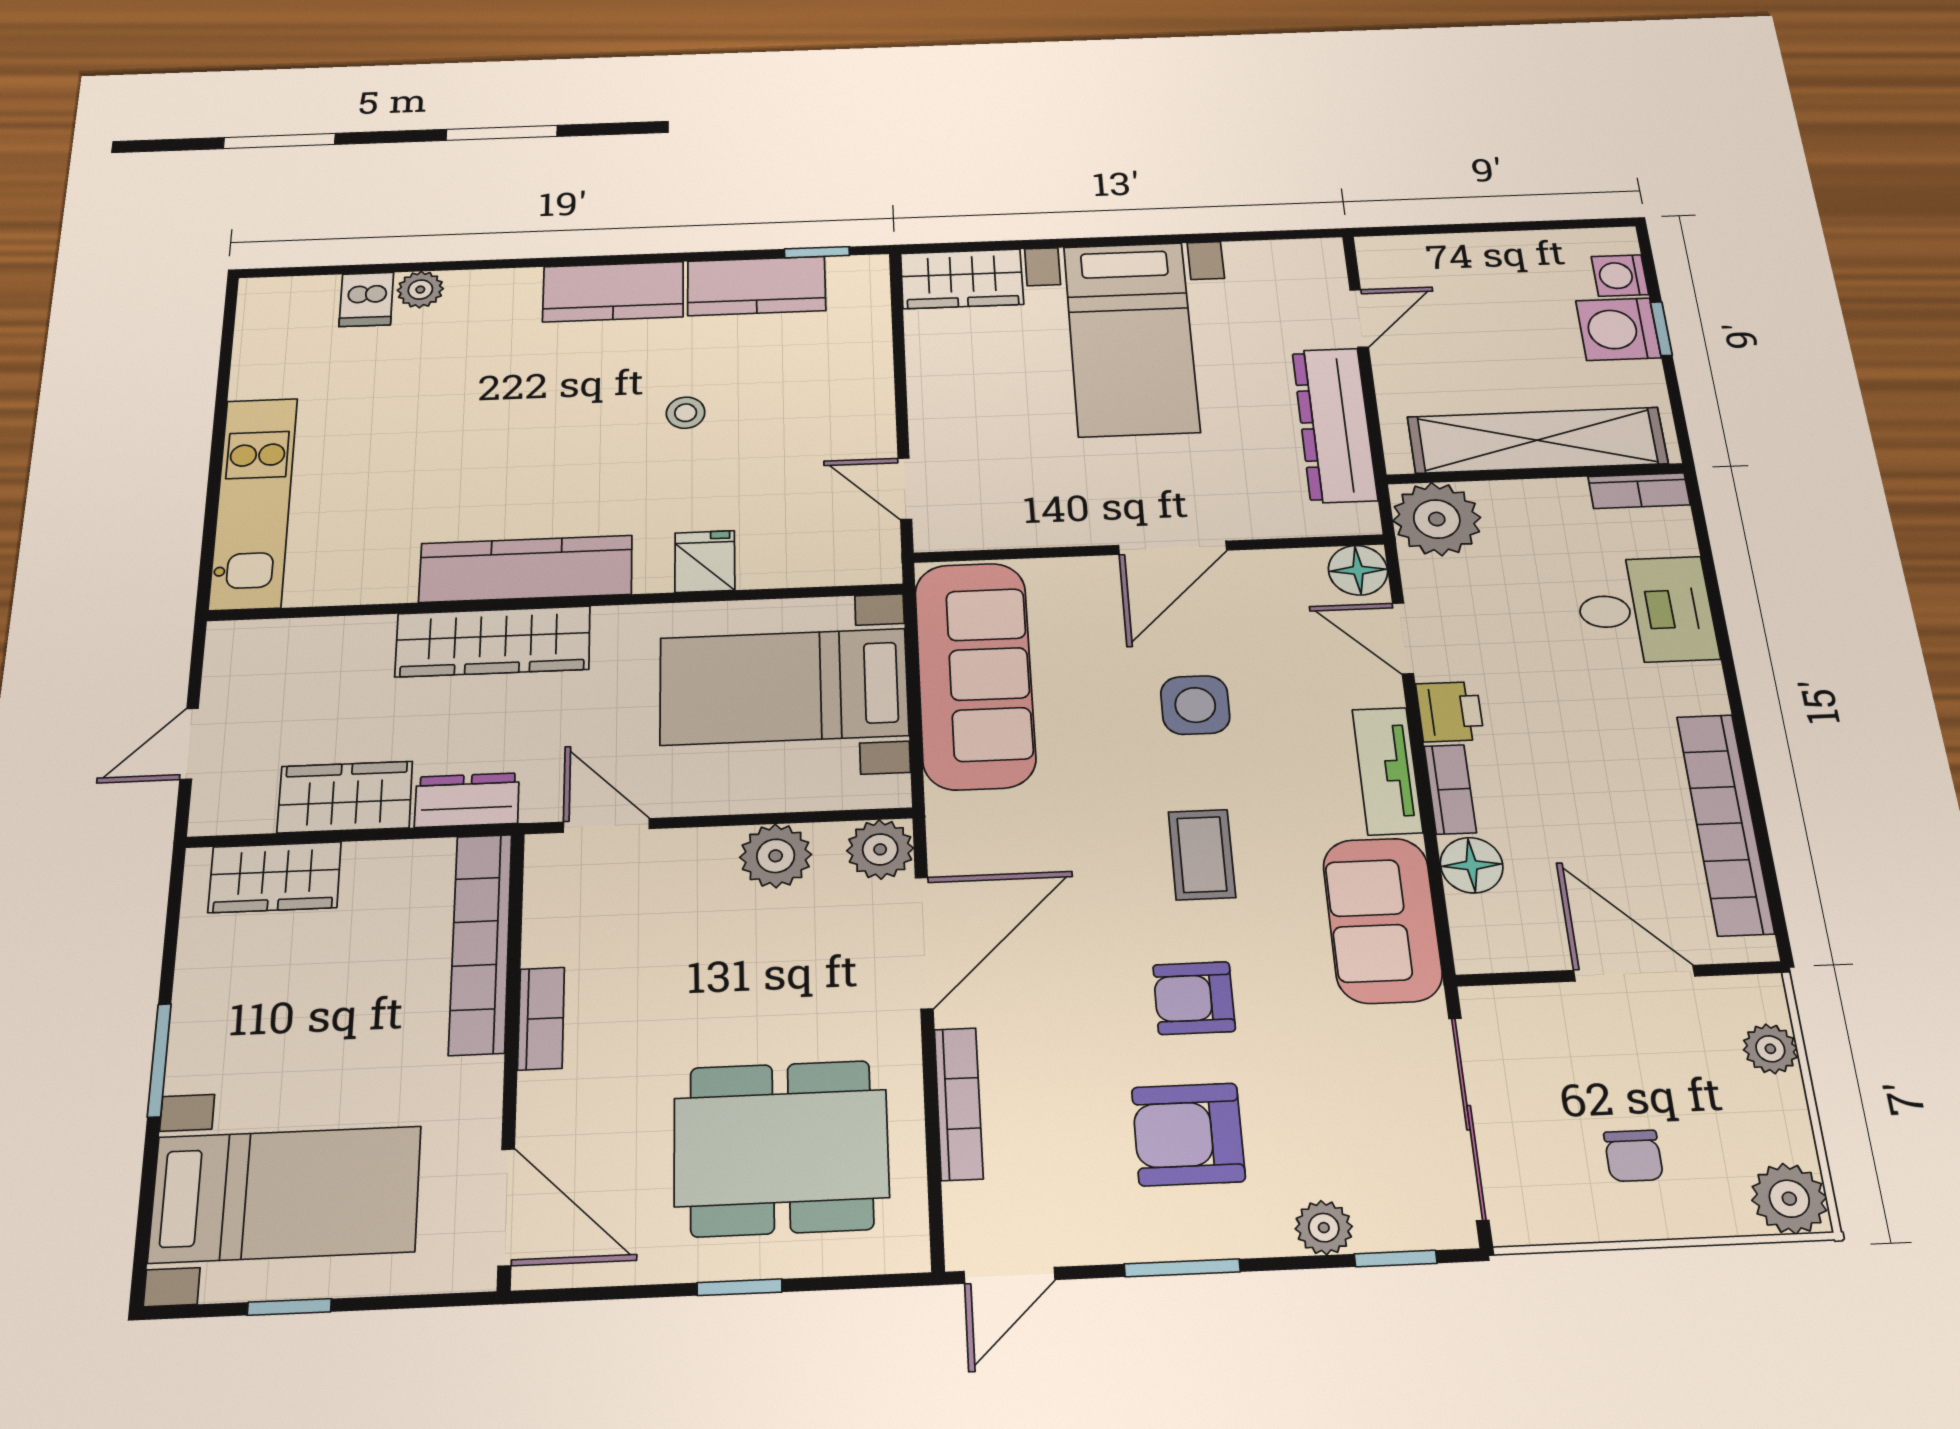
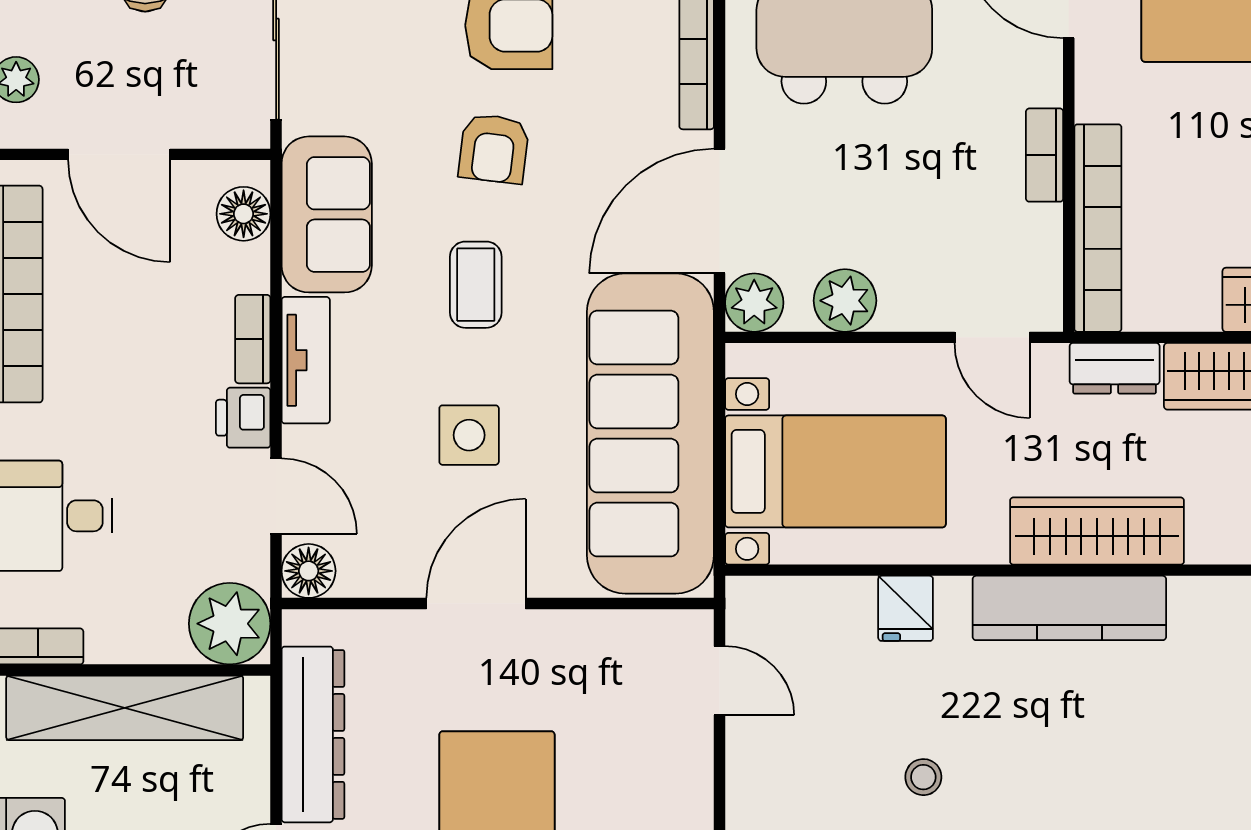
sofa: (975, 675) -> (650, 434), width x1.36, depth x1.27
floor lamp: (1472, 865) -> (244, 214), moved
armchair: (1194, 998) -> (494, 149), turned 97

